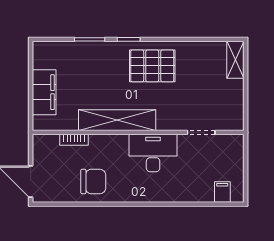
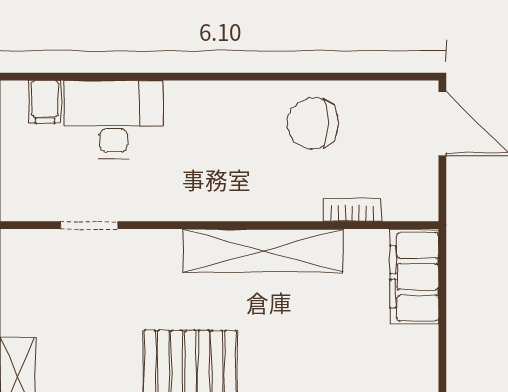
filing cabinet: (44, 92) -> (414, 277), moved
desk: (153, 153) -> (114, 119), moved, turned 180

